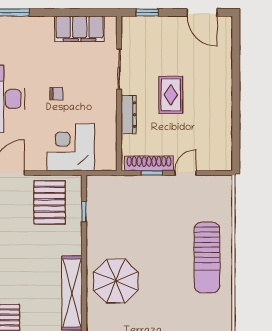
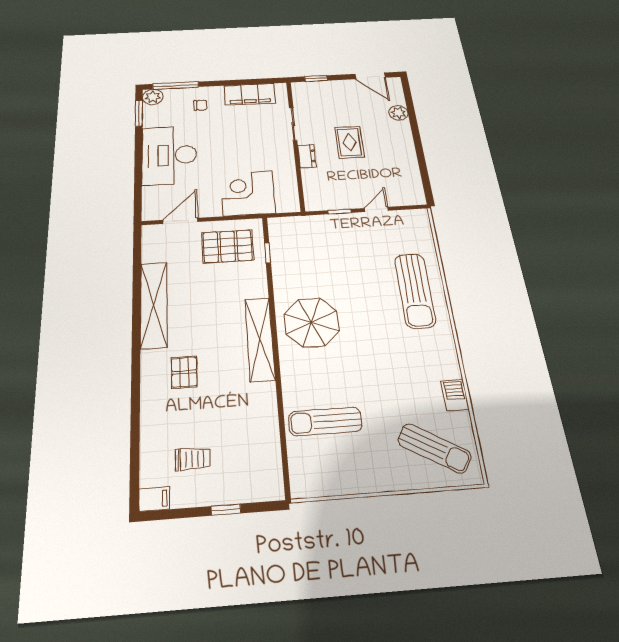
plant: (223, 62) -> (398, 113), added
chair: (56, 94) -> (200, 105), moved
dresser: (129, 115) -> (307, 156), width x0.70
shoe rack: (149, 163) -> (335, 203), removed
pallet: (50, 202) -> (228, 246), turned 90

